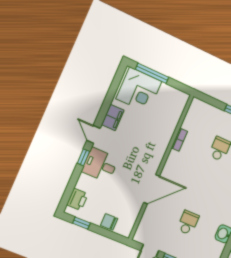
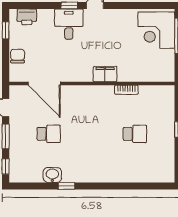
filing cabinet: (113, 117) -> (105, 74), moved, turned 180
door: (152, 189) -> (44, 83), moved

